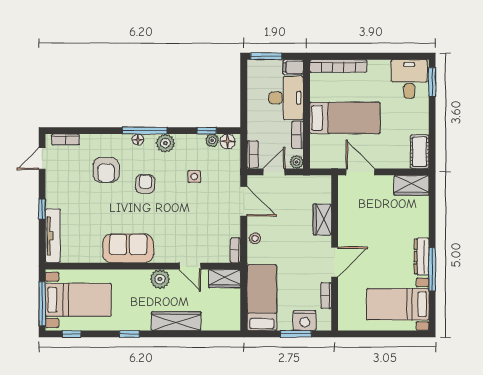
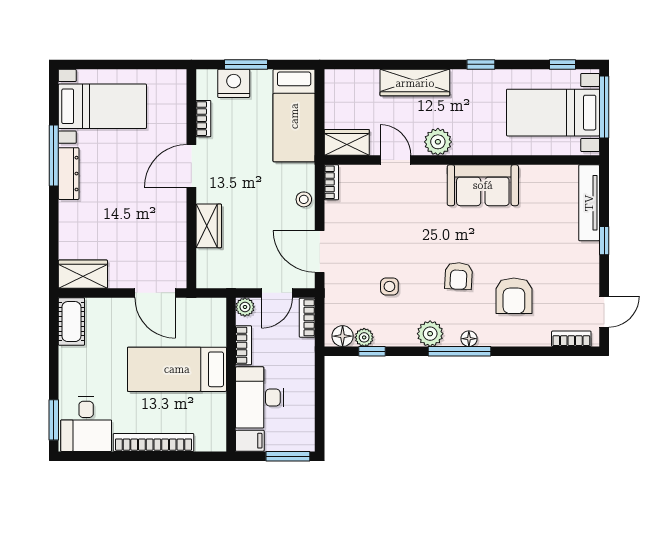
bookcase: (338, 66) -> (153, 442), moved
armchair: (106, 170) -> (514, 296), turned 180

